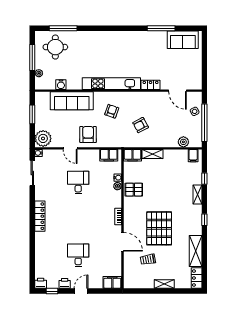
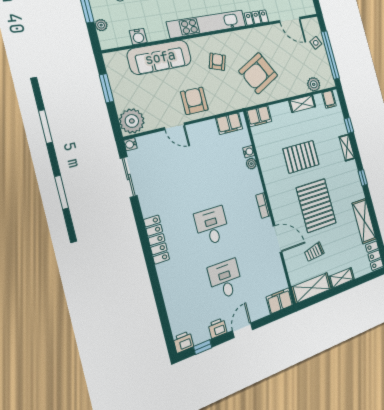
armchair: (141, 125) -> (258, 73), width x1.88, depth x1.88
shelving: (152, 154) -> (302, 104), moved
desk: (78, 182) -> (212, 226), moved
pallet: (134, 190) -> (301, 157), moved, width x1.50, depth x1.42
shelving: (139, 282) -> (312, 288), added

